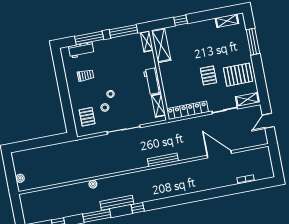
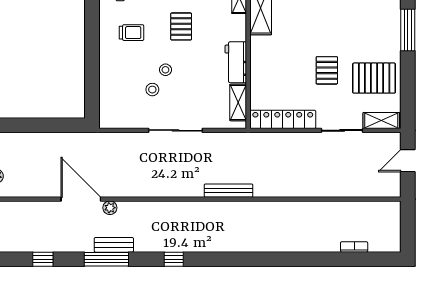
pallet: (87, 117) -> (181, 26), moved
door: (219, 154) -> (81, 199), moved
bench: (117, 203) -> (114, 245), moved, width x0.73

